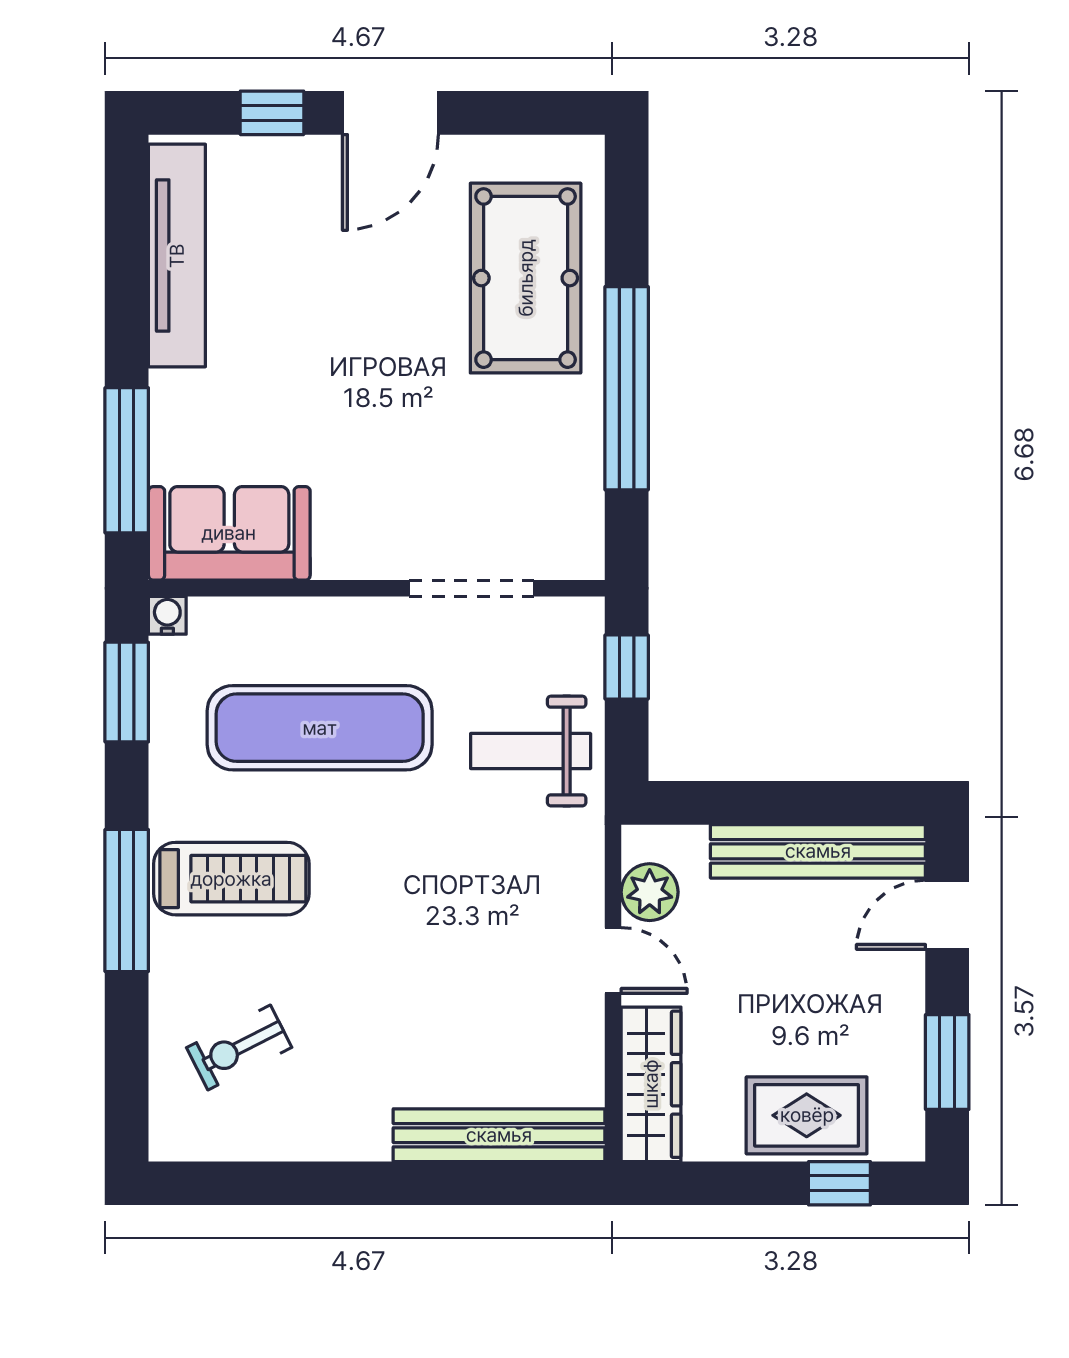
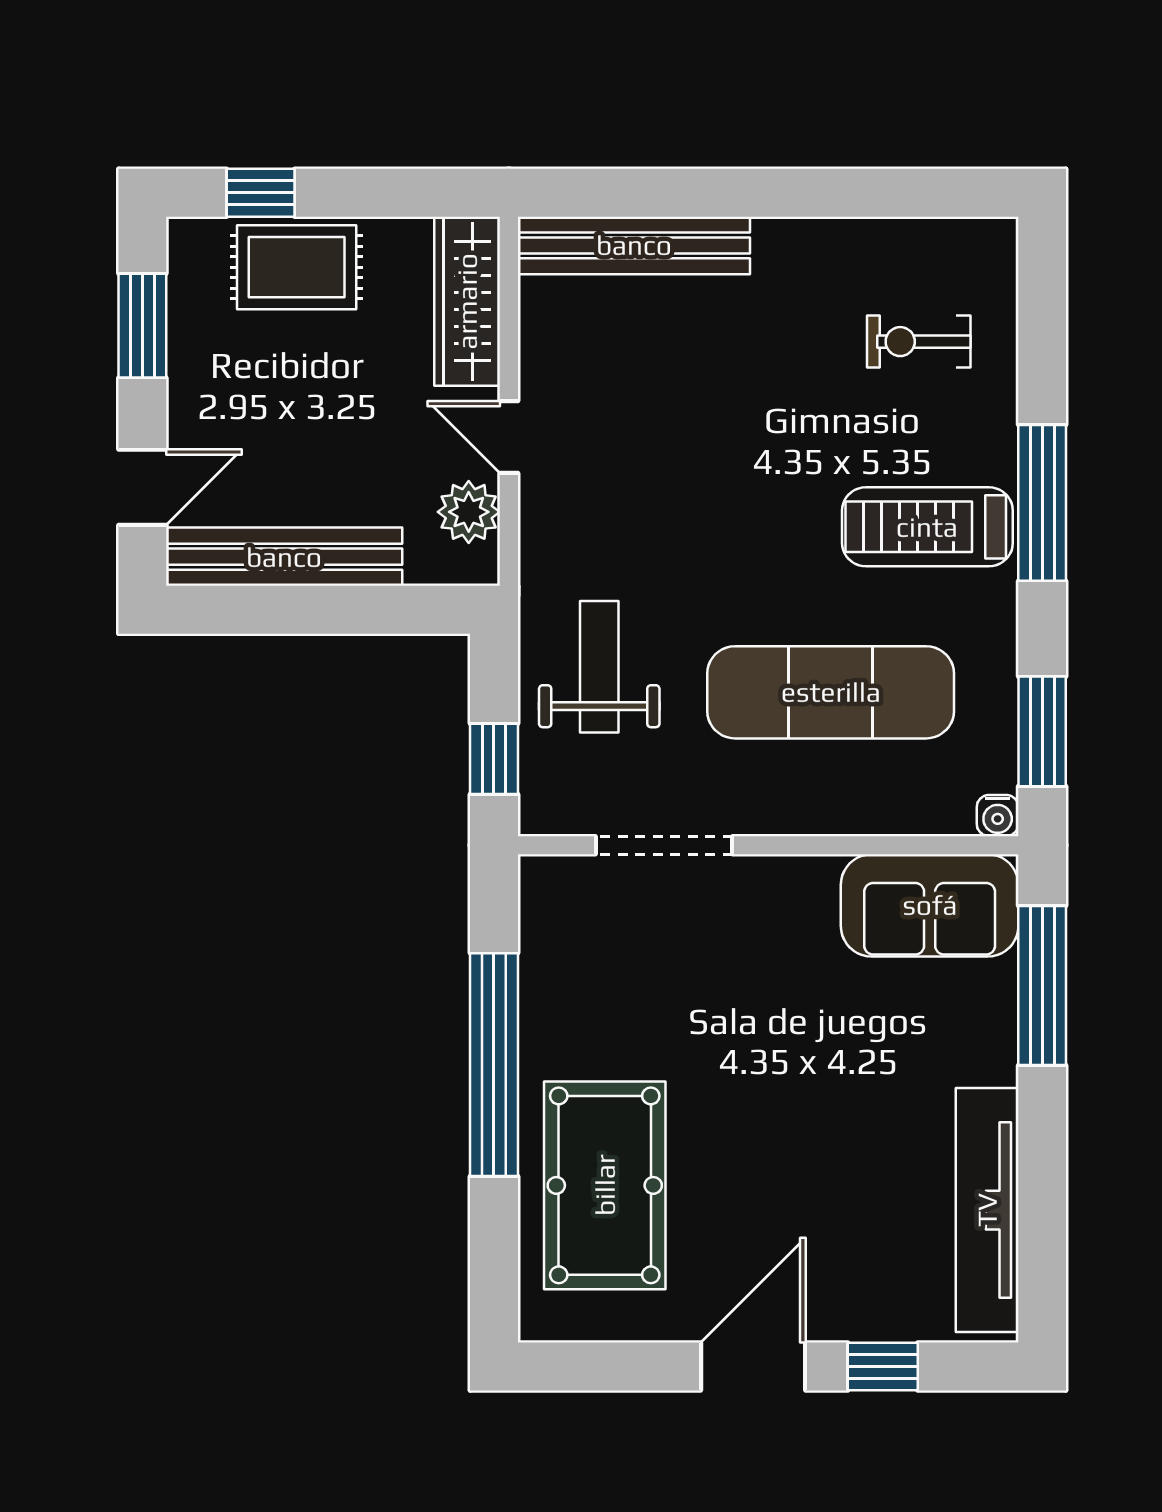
weight bench: (531, 751) -> (599, 667), turned -90
exercise bike: (239, 1047) -> (919, 342), turned -153

